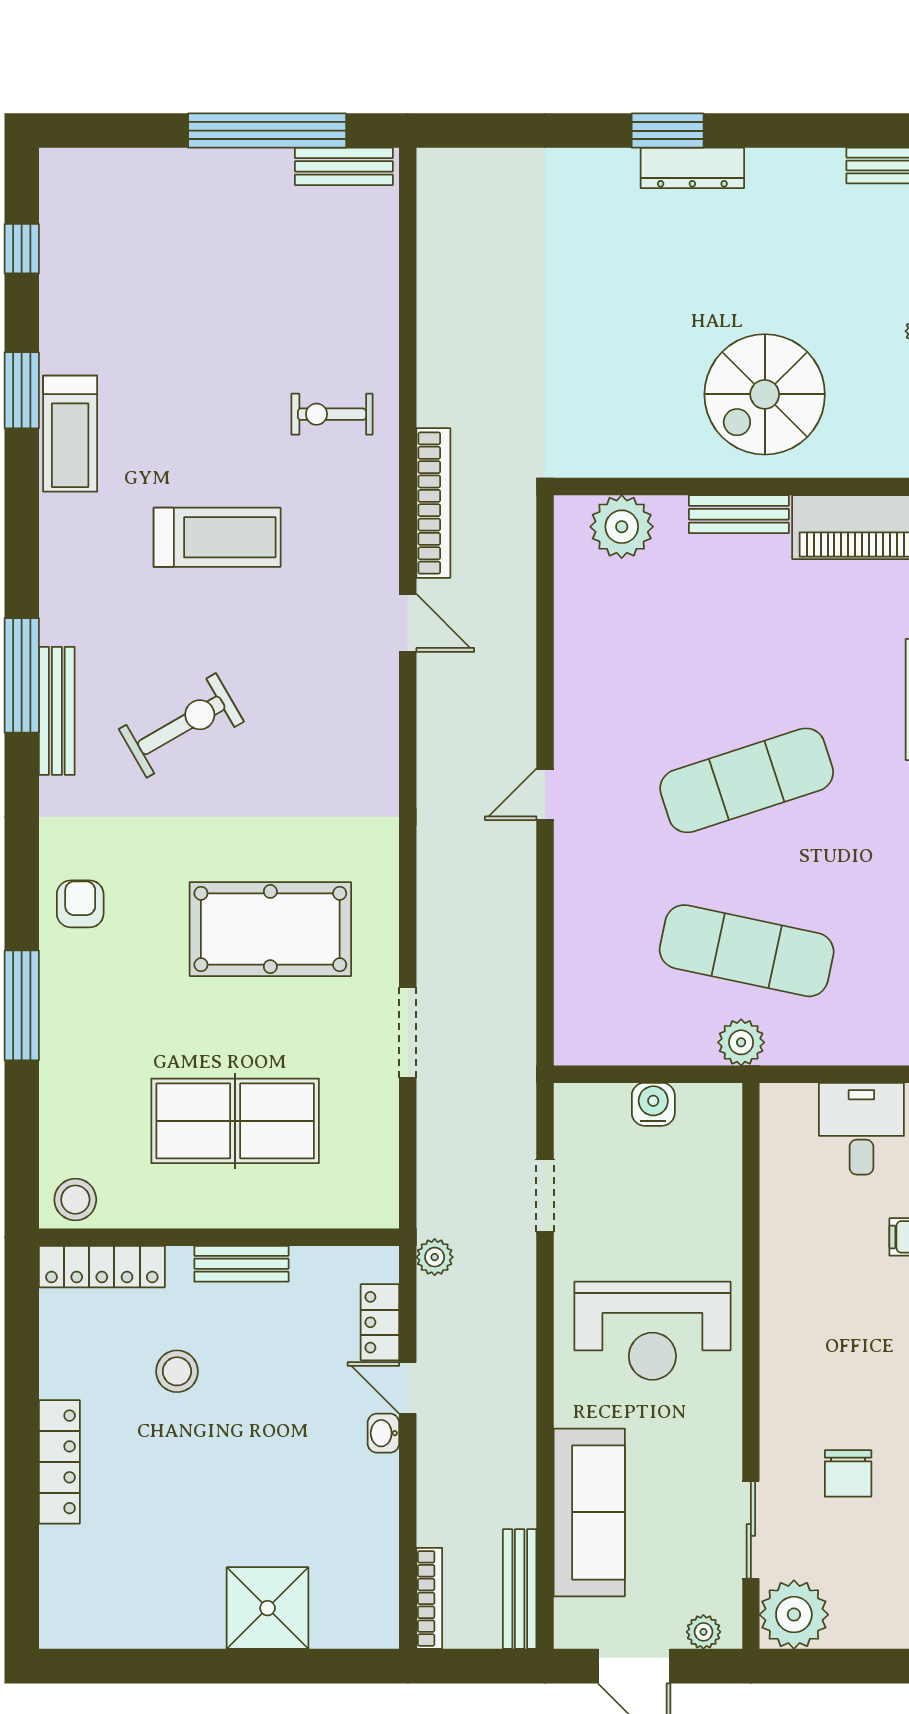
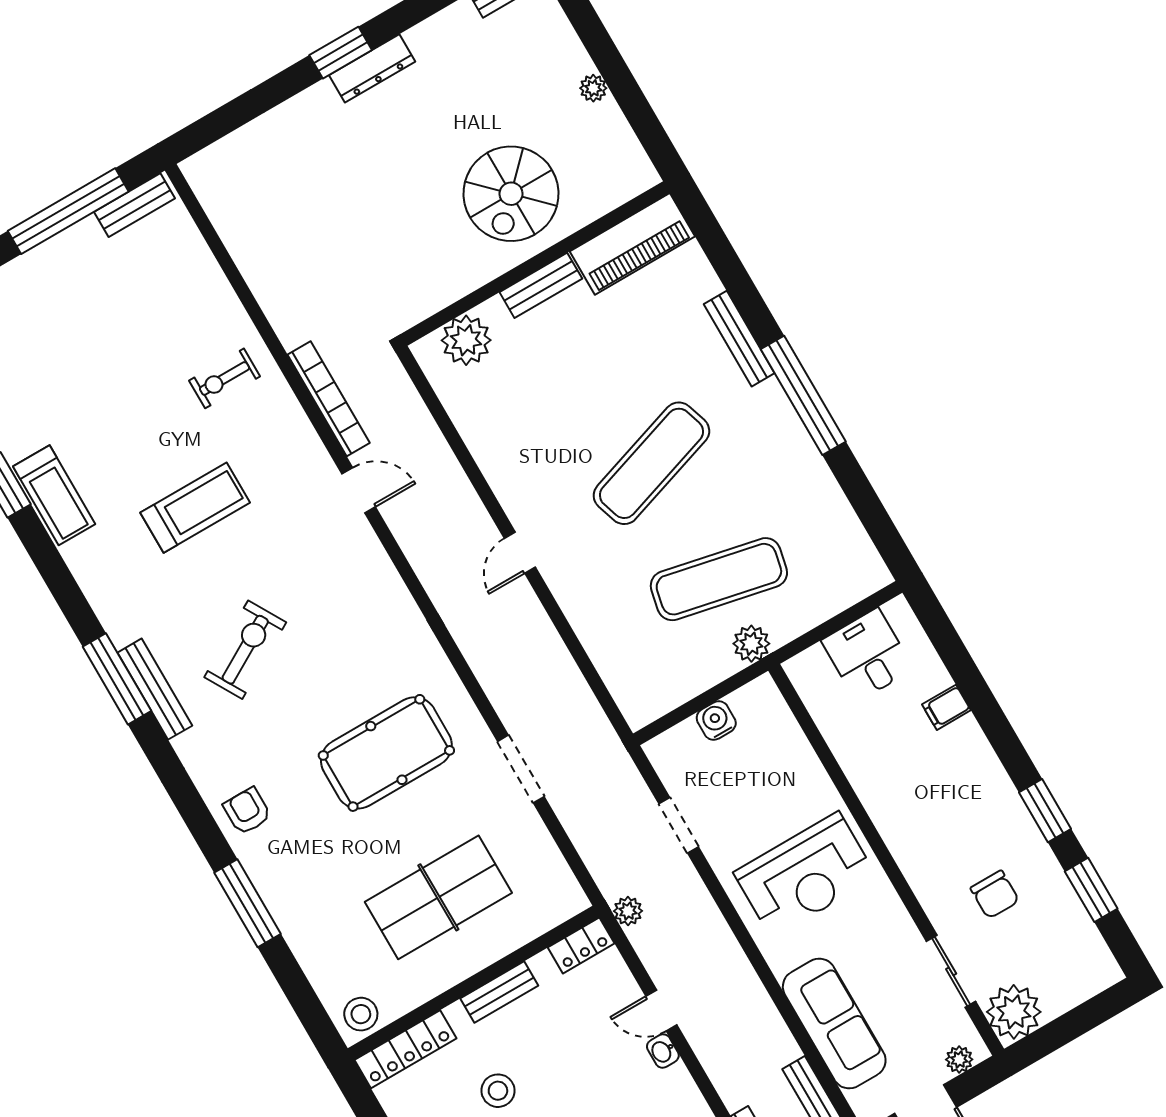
locker: (380, 1322) -> (581, 945), moved, turned -90

